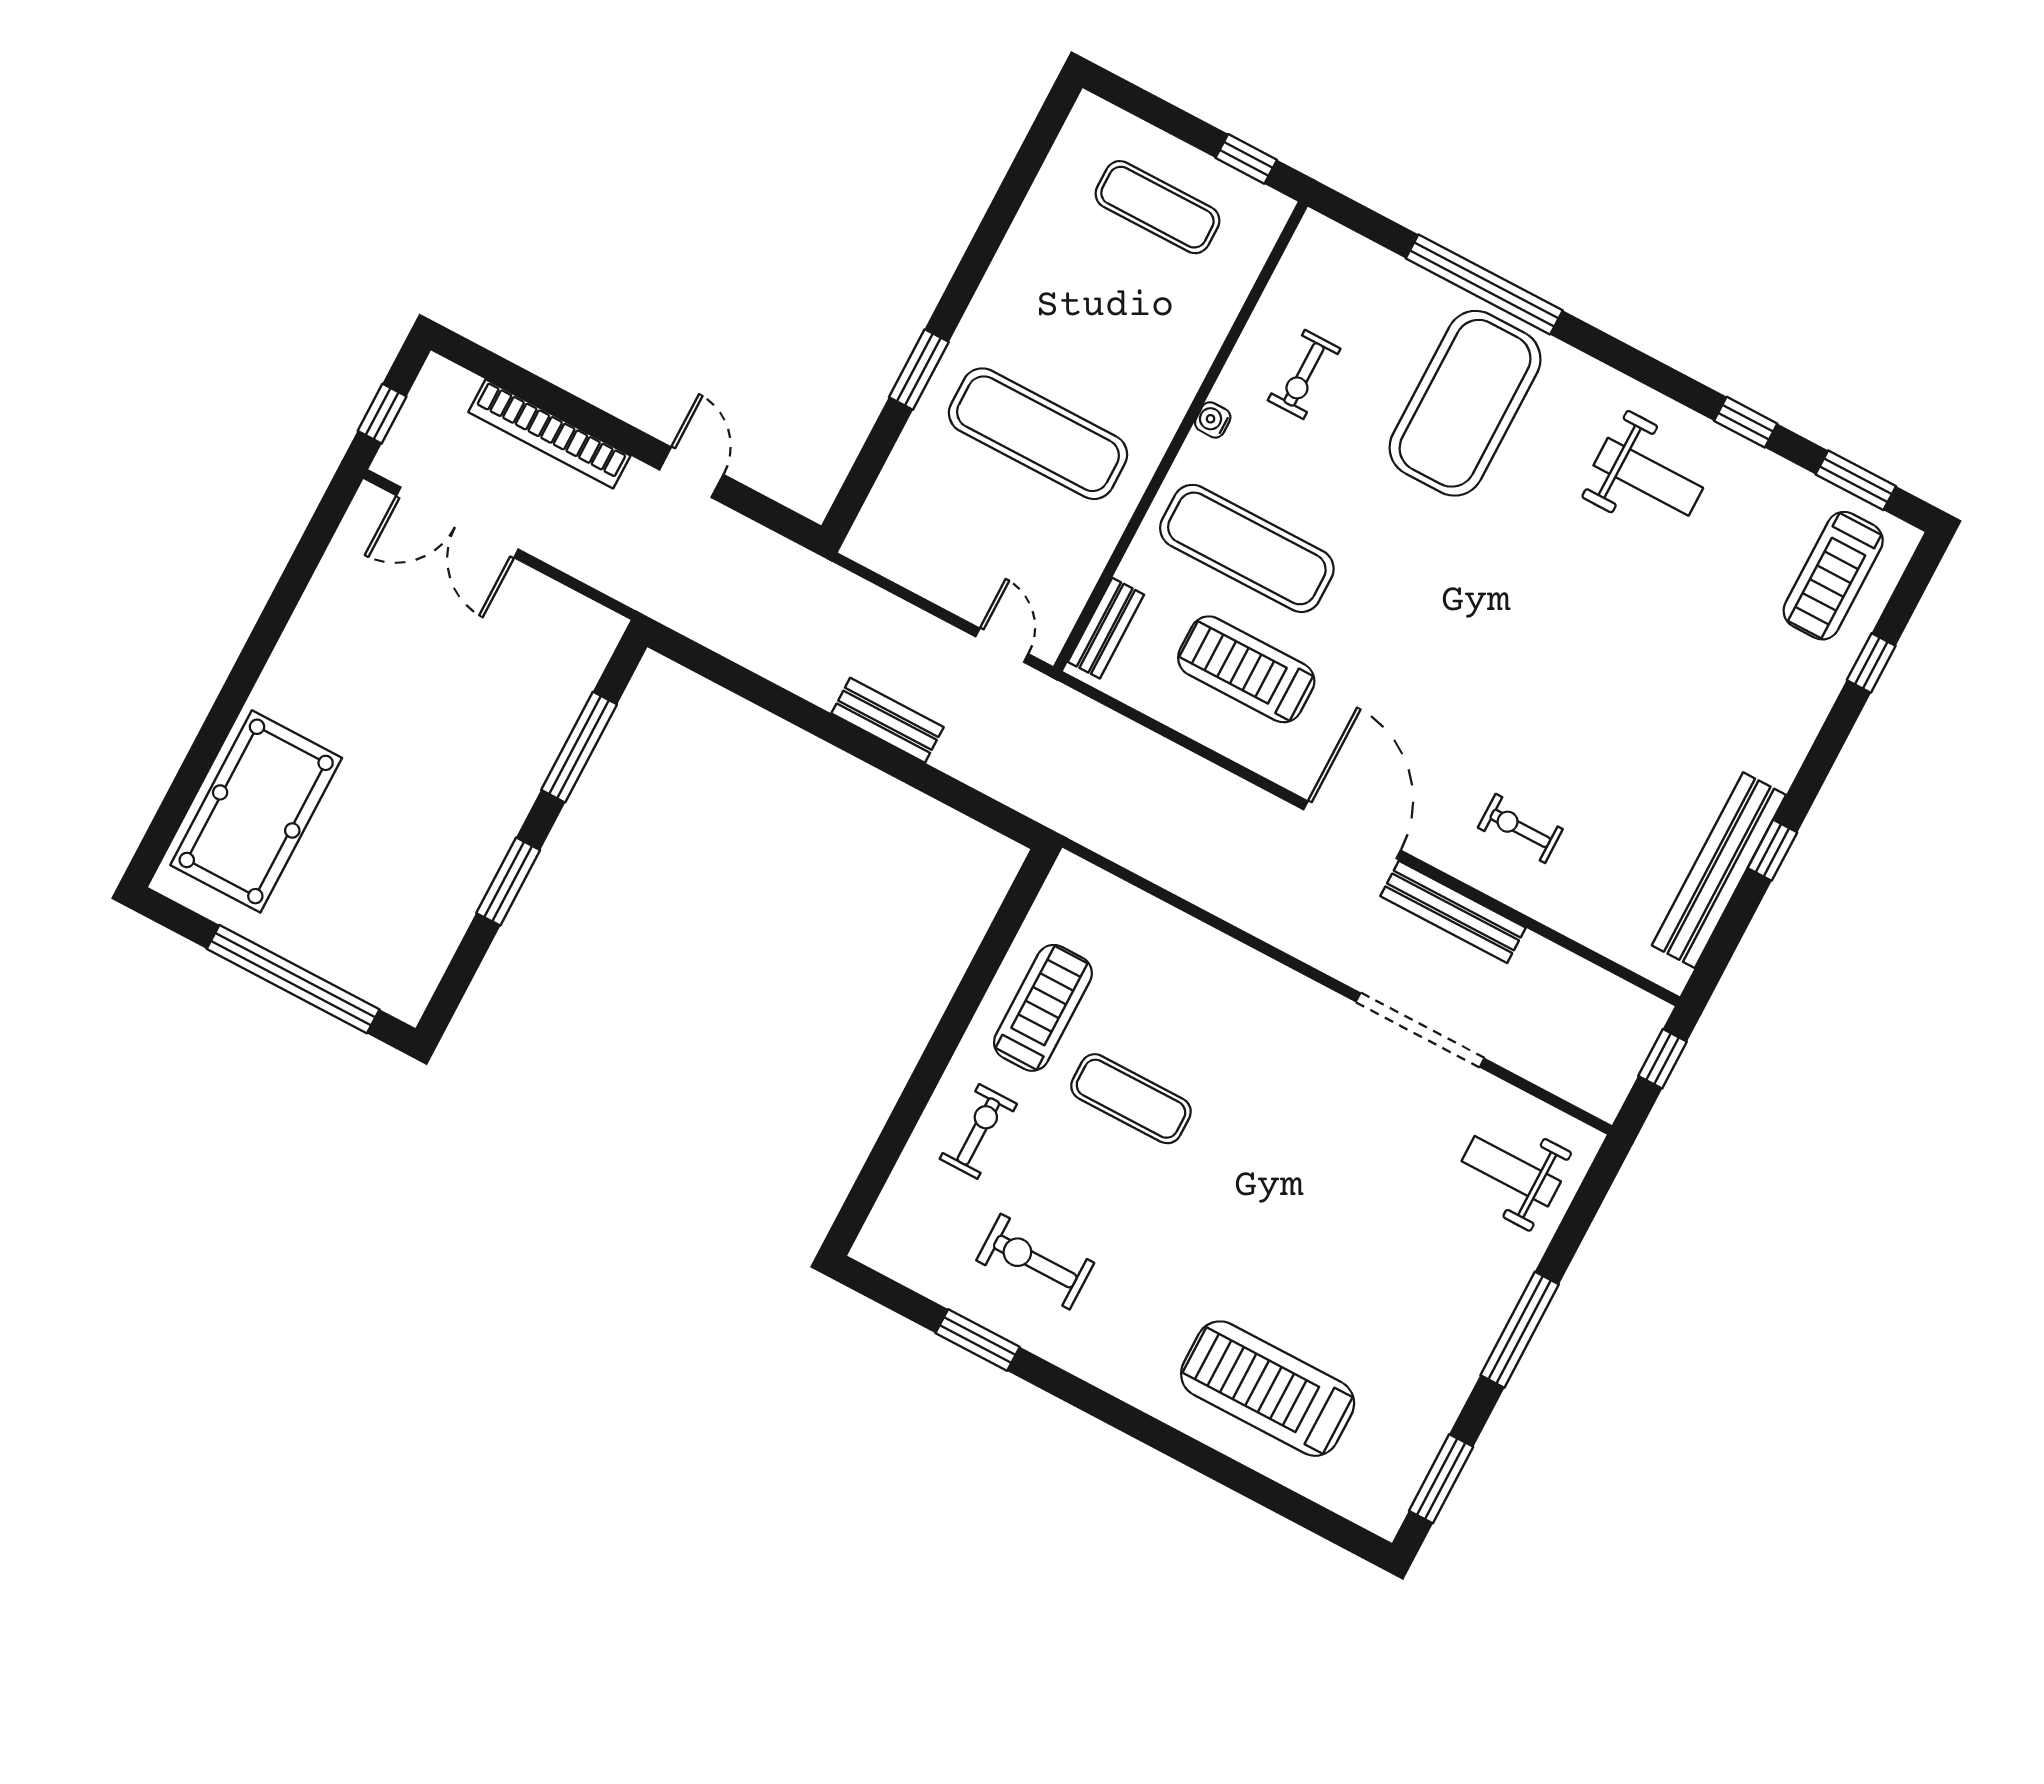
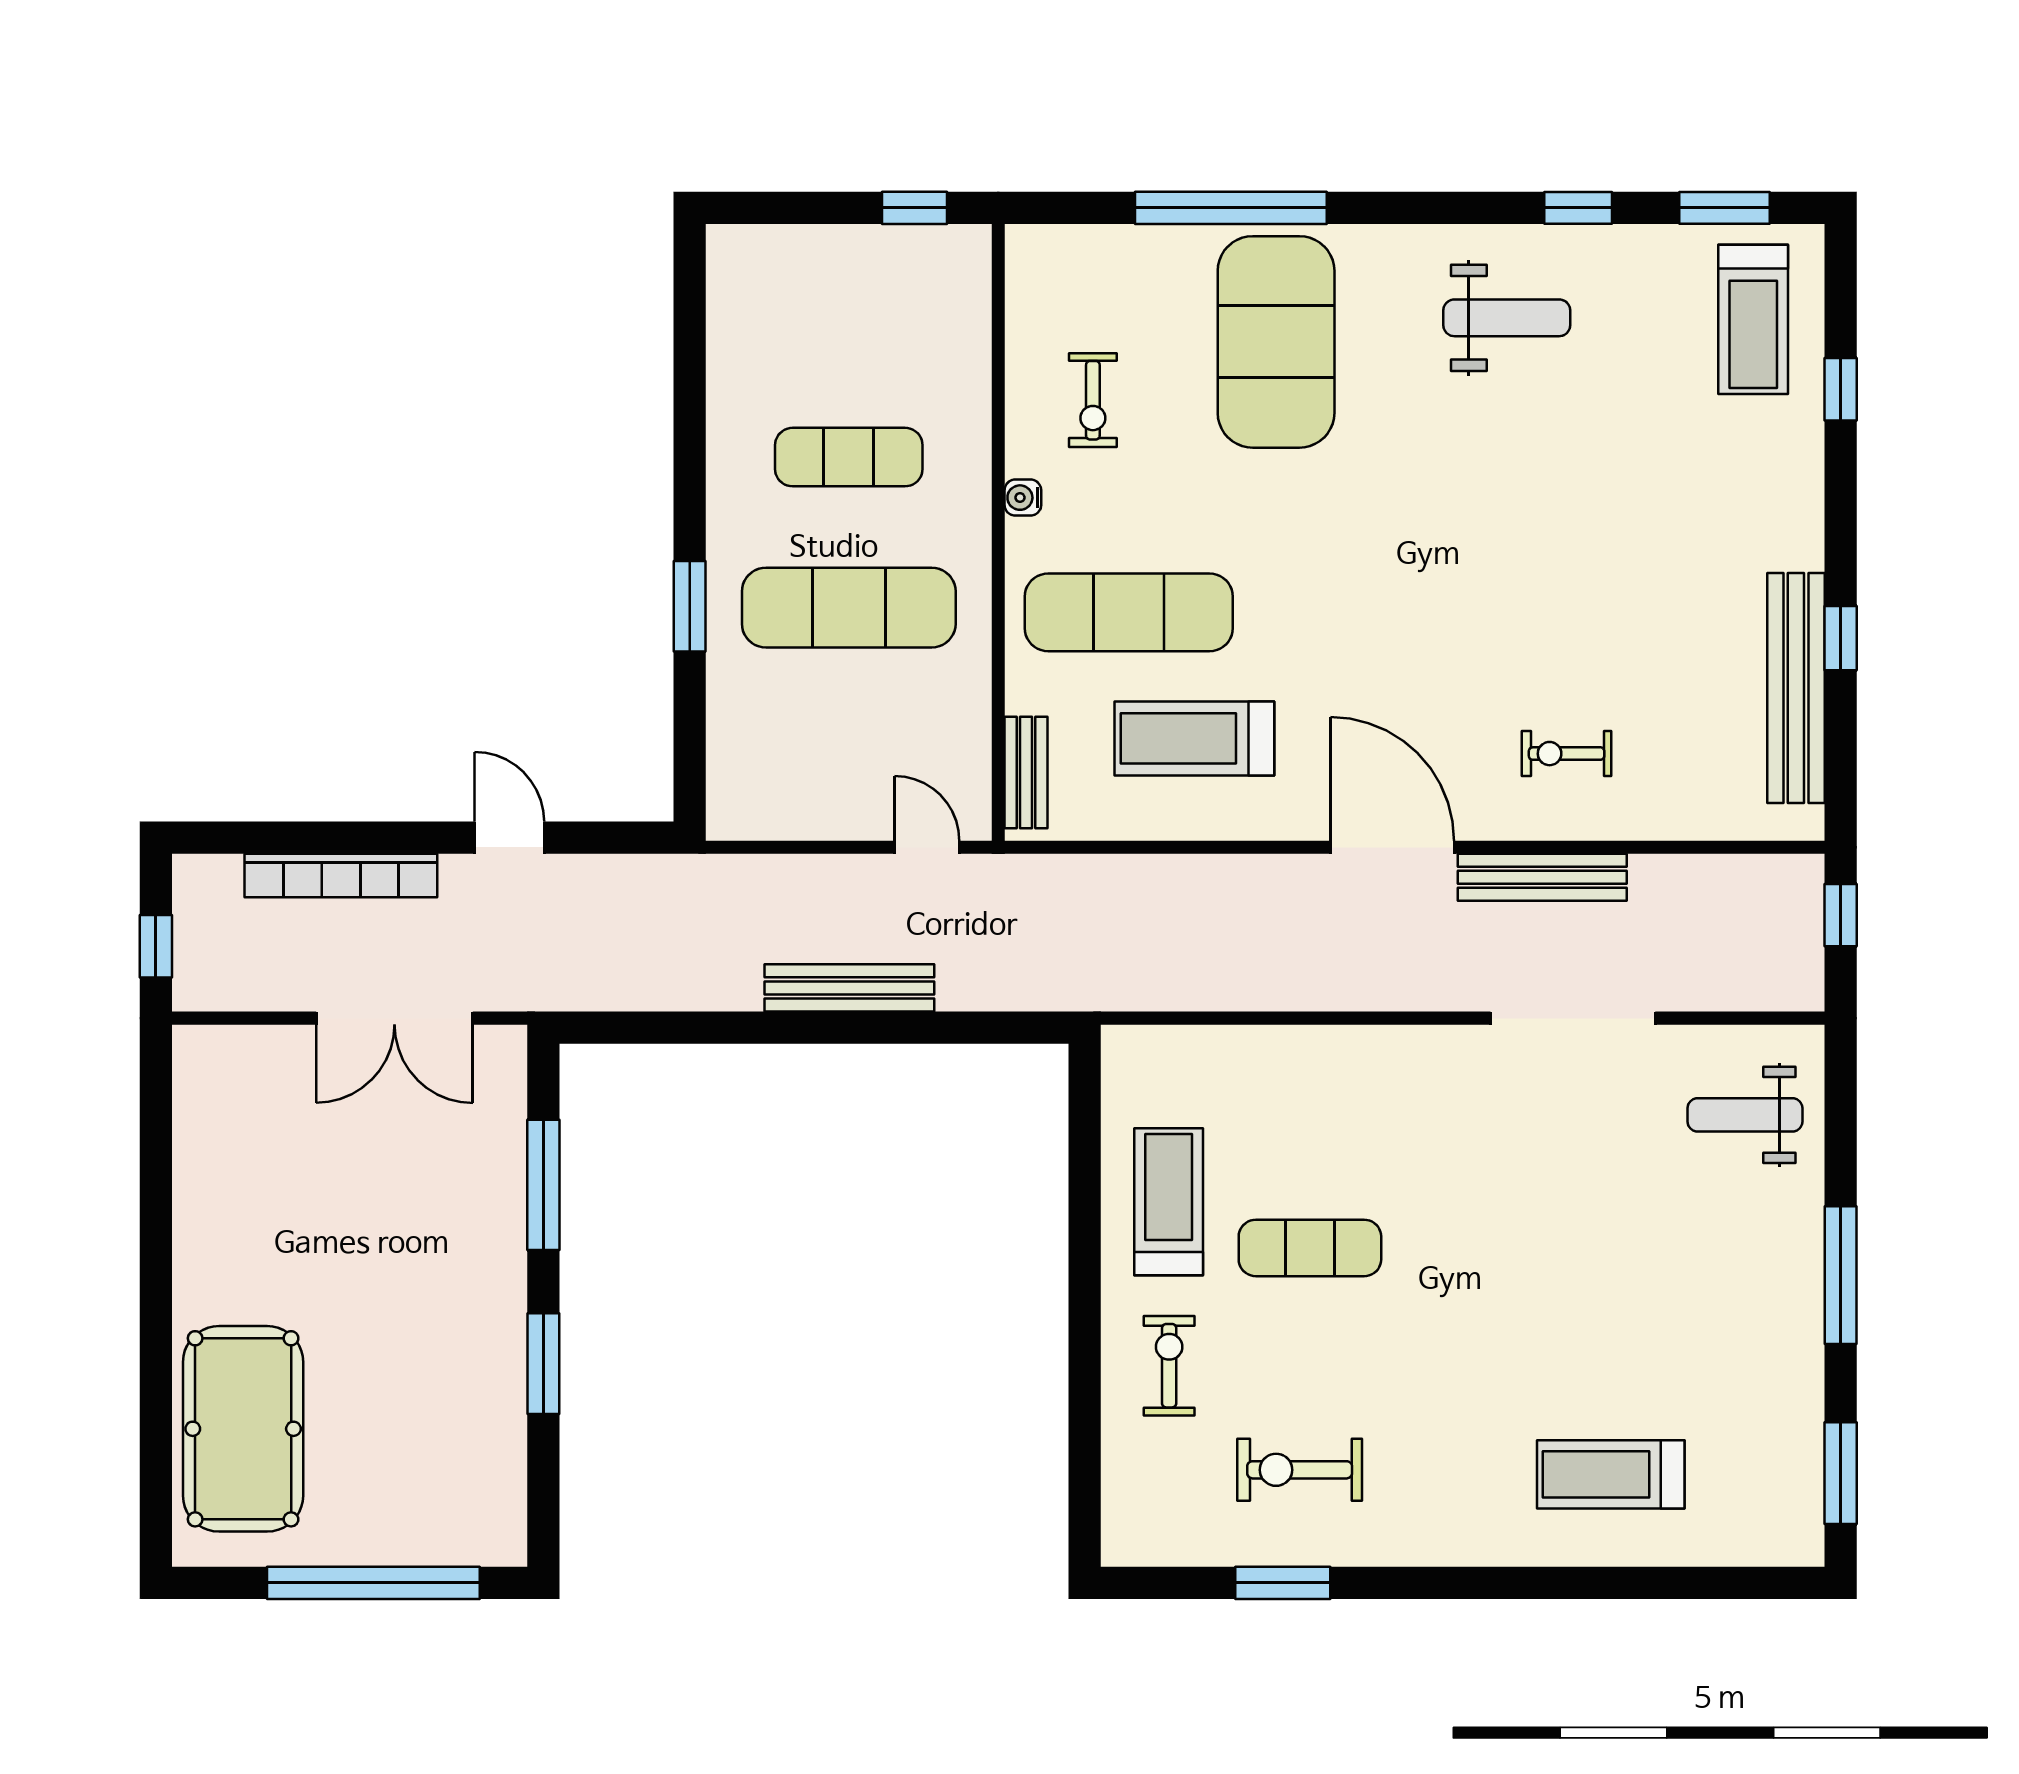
exercise mat: (1157, 207) -> (849, 457), moved
double door: (457, 522) -> (394, 1018), moved
bench: (887, 720) -> (849, 988), width x1.36
treadmill: (1268, 1389) -> (1611, 1474), width x0.73, depth x0.73

